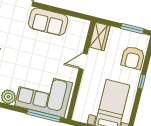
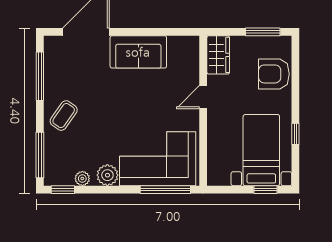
armchair: (133, 58) -> (274, 74), turned 90
window: (142, 82) -> (295, 134), moved

